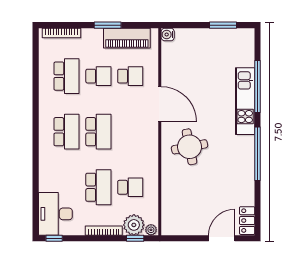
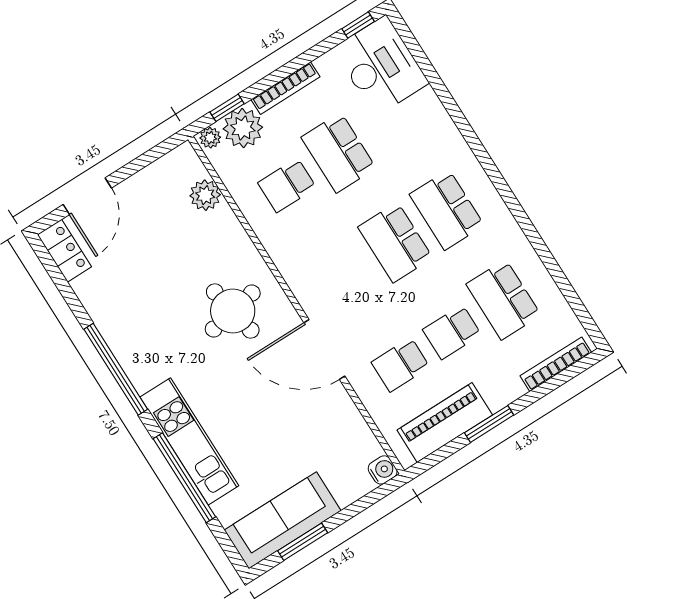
sofa: (226, 40) -> (283, 520), added
plant: (169, 206) -> (205, 195), added

